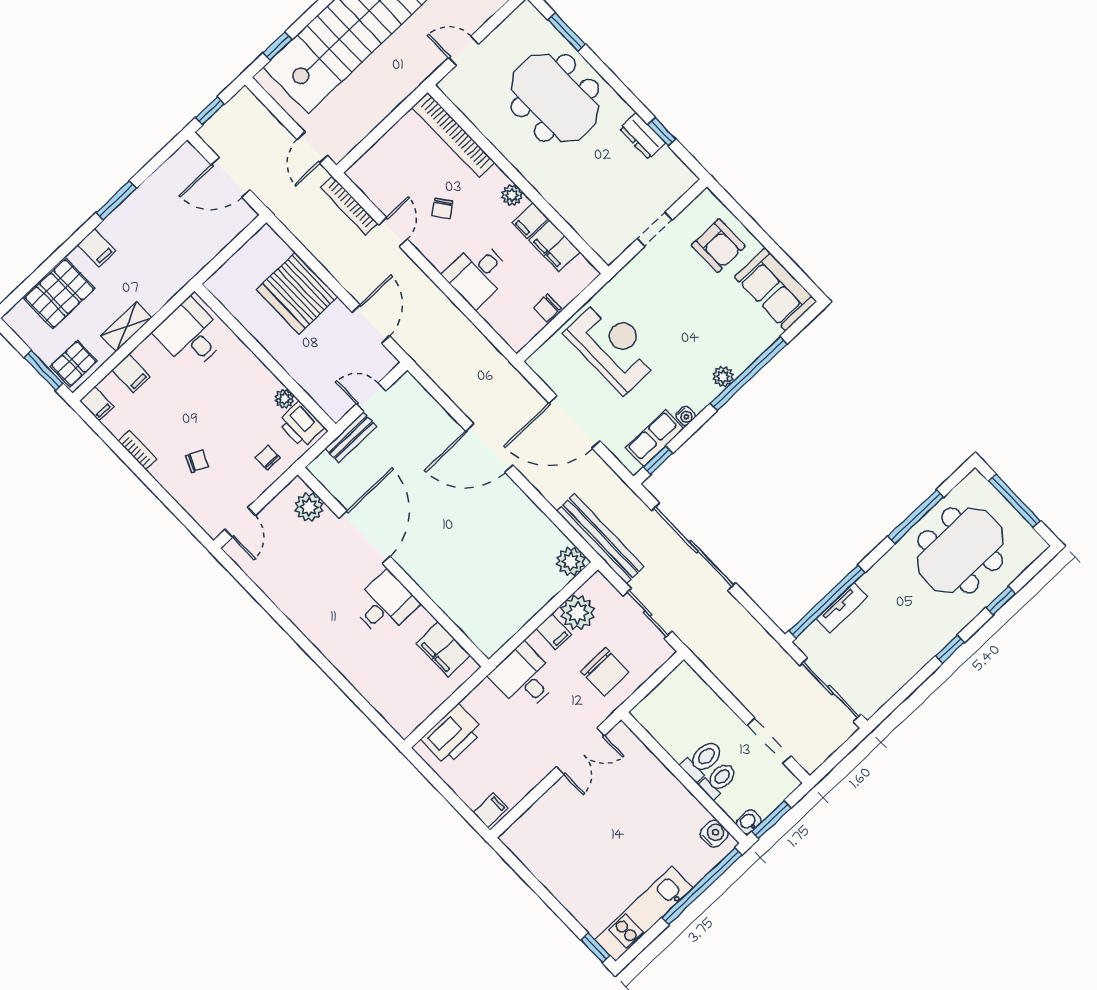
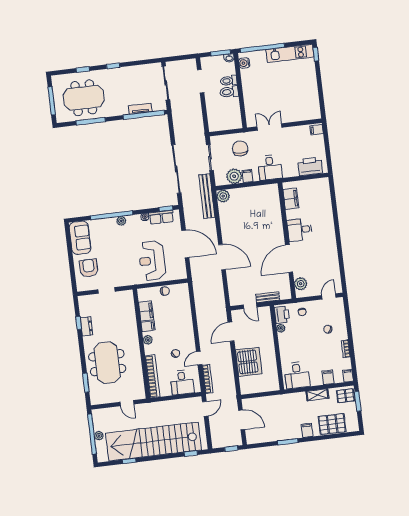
desk: (477, 274) -> (182, 382), moved, turned 90

